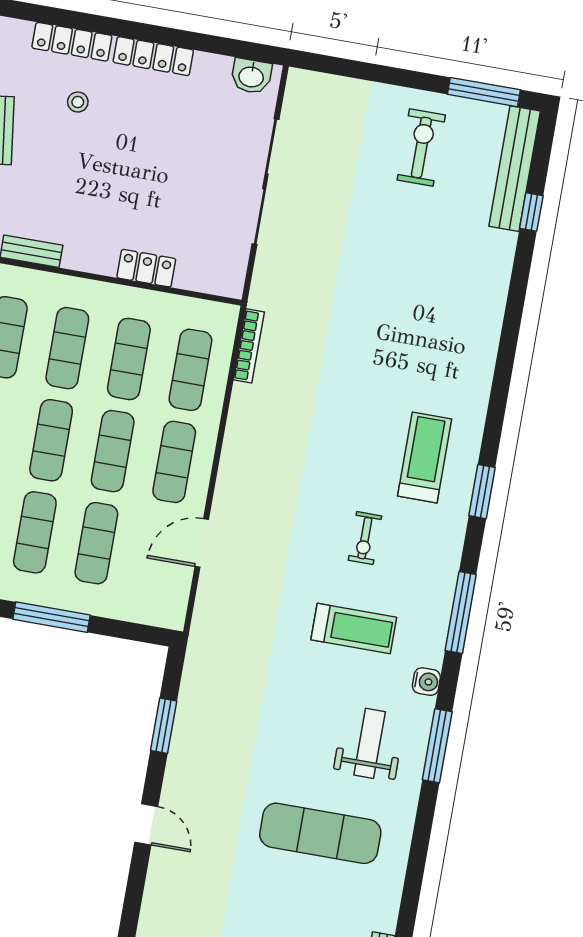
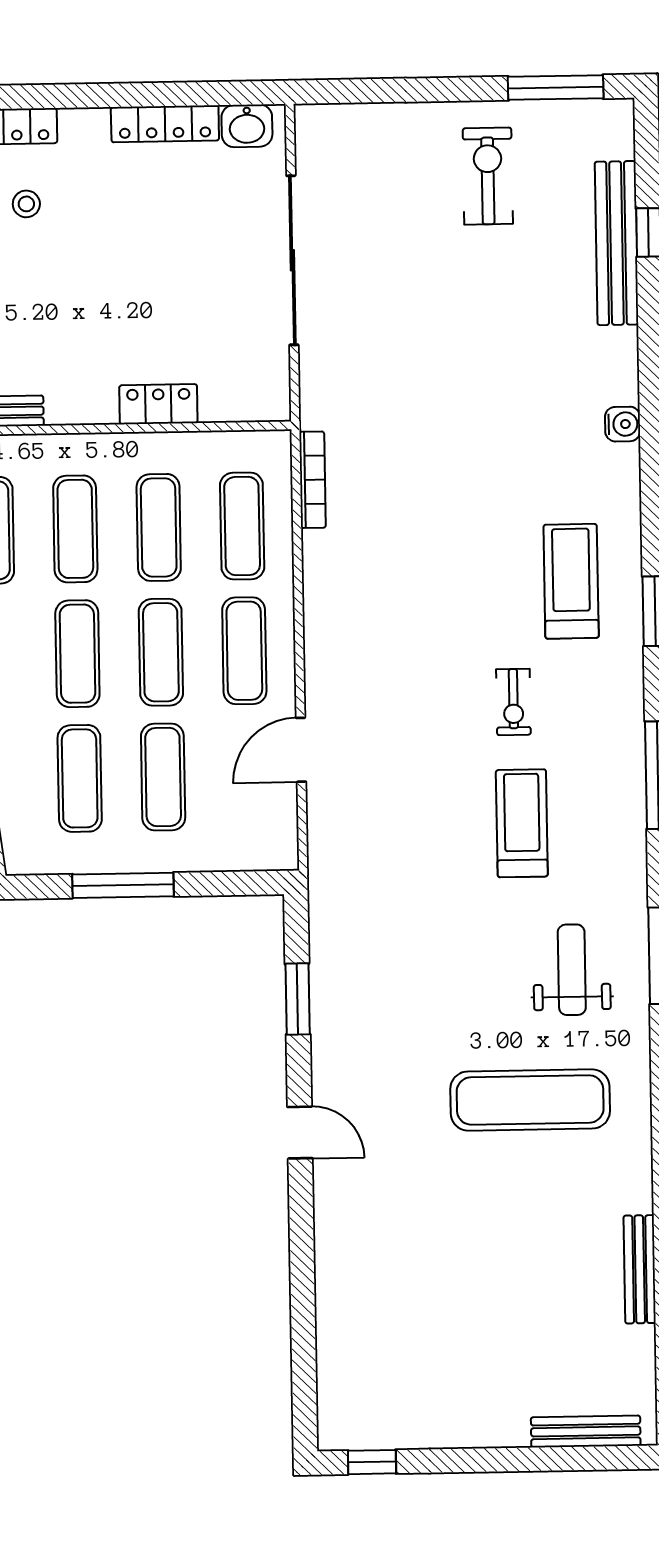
locker: (153, 56) -> (165, 124), moved
bench: (515, 169) -> (617, 243), moved
treadmill: (354, 629) -> (522, 823), turned -90
water cooler: (426, 682) -> (623, 424), moved

